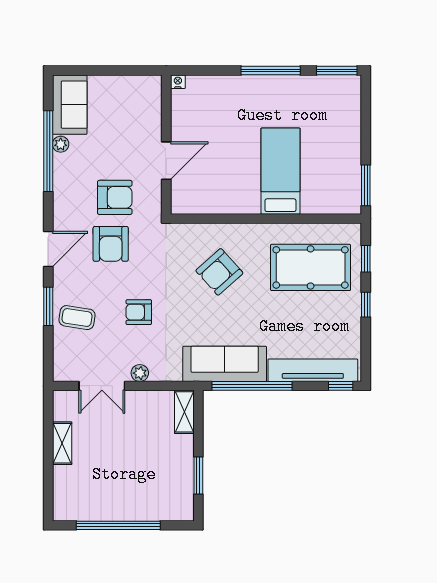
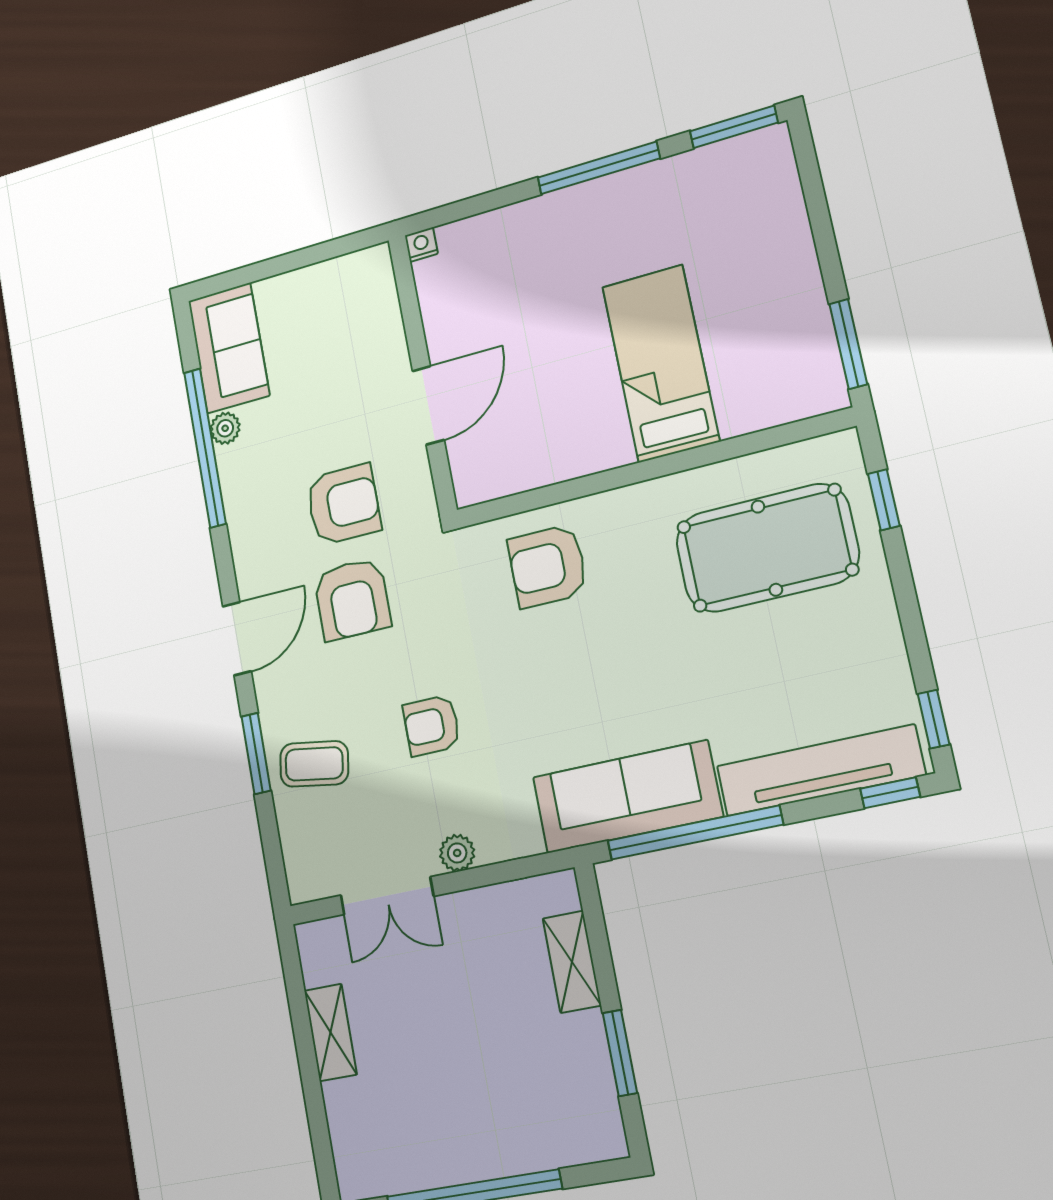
armchair: (219, 272) -> (548, 566), moved, turned 42
window: (366, 305) -> (934, 719), moved
shelving: (184, 412) -> (572, 962), moved

